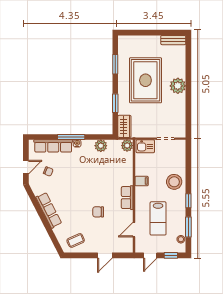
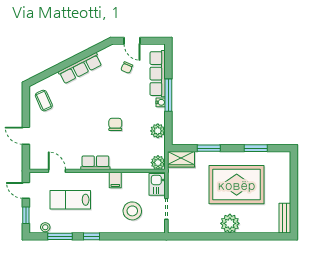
stool: (174, 182) -> (132, 211), moved
chair: (98, 212) -> (115, 124), moved

